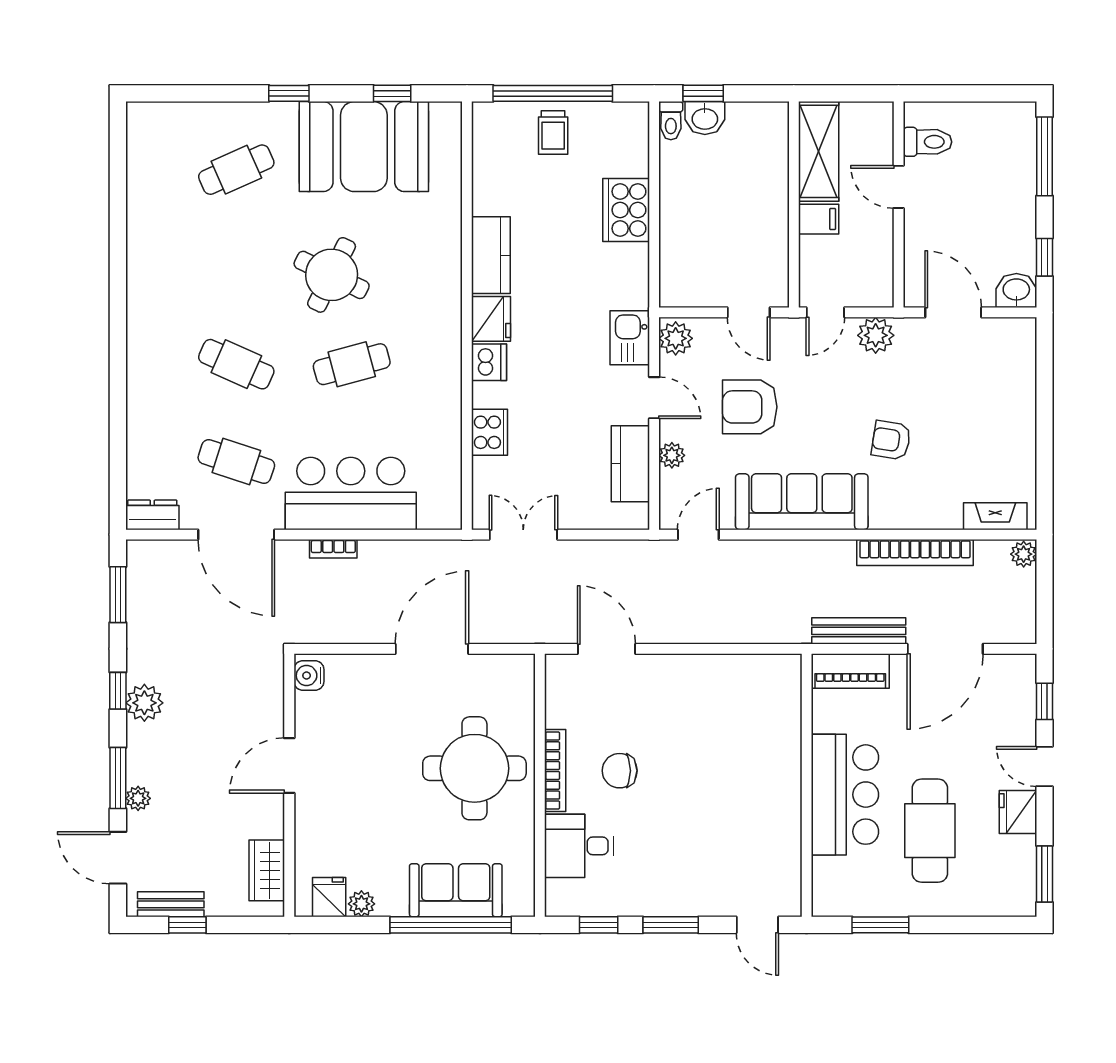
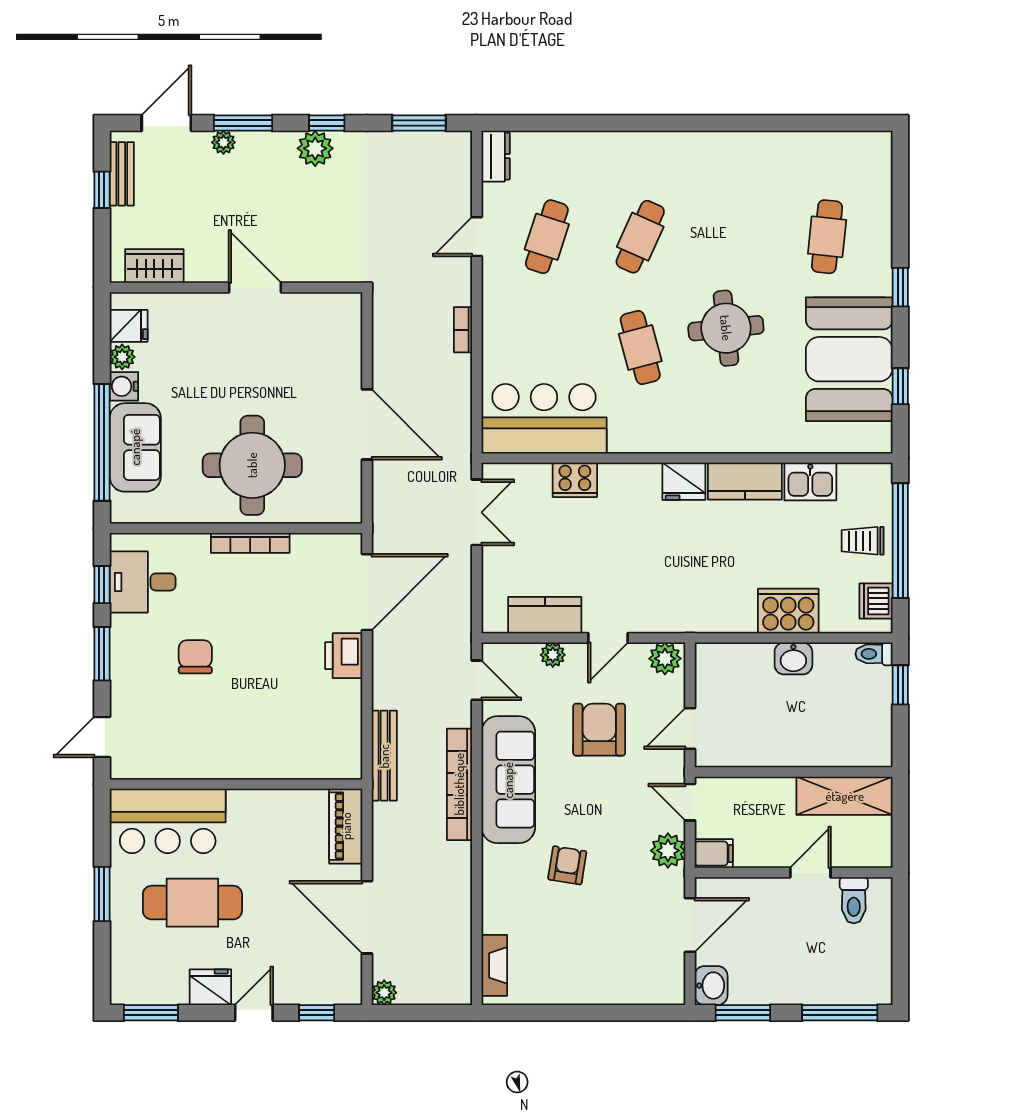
washbasin: (705, 118) -> (793, 658), moved, turned -90
cafe table: (236, 170) -> (827, 237), turned 30
filing cabinet: (819, 219) -> (714, 854), moved, turned -90
window: (1045, 257) -> (743, 1013), width x1.50
round table: (332, 275) -> (726, 328), turned -32
kitchen sink: (630, 338) -> (810, 482), moved, turned 180
dishwasher: (489, 362) -> (876, 601), moved, turned 90
bar counter: (351, 493) -> (544, 419), moved, turned -90
door: (236, 535) -> (477, 237), width x0.53
bookcase: (915, 552) -> (459, 784), moved
plant: (1024, 554) -> (384, 993), moved
bench: (859, 631) -> (384, 756), moved
door: (607, 649) -> (367, 592), width x1.36
printer: (673, 673) -> (344, 656), added
water cooler: (309, 676) -> (124, 386), moved, turned -90
chair: (620, 771) -> (195, 657), moved
bar counter: (845, 795) -> (168, 821), moved
desk: (579, 846) -> (143, 582), moved, turned -90
window: (880, 925) -> (102, 894), moved

